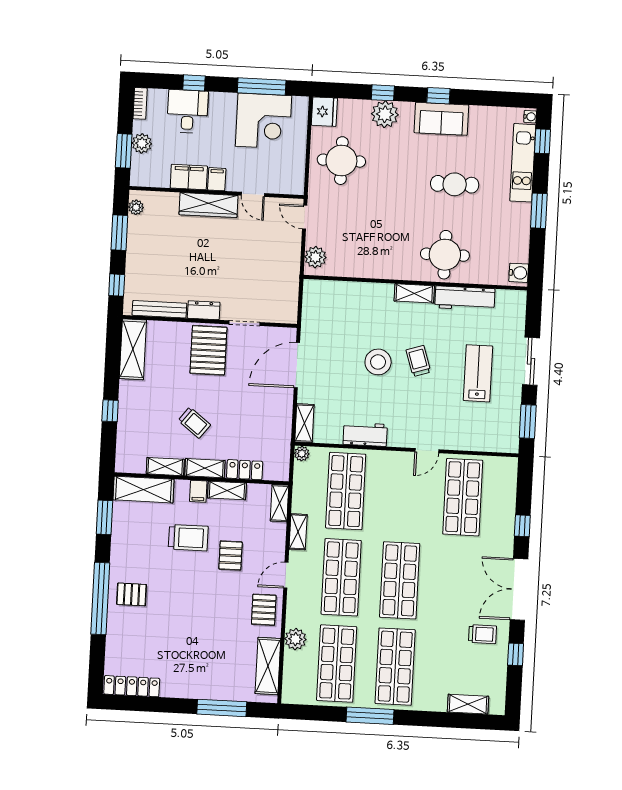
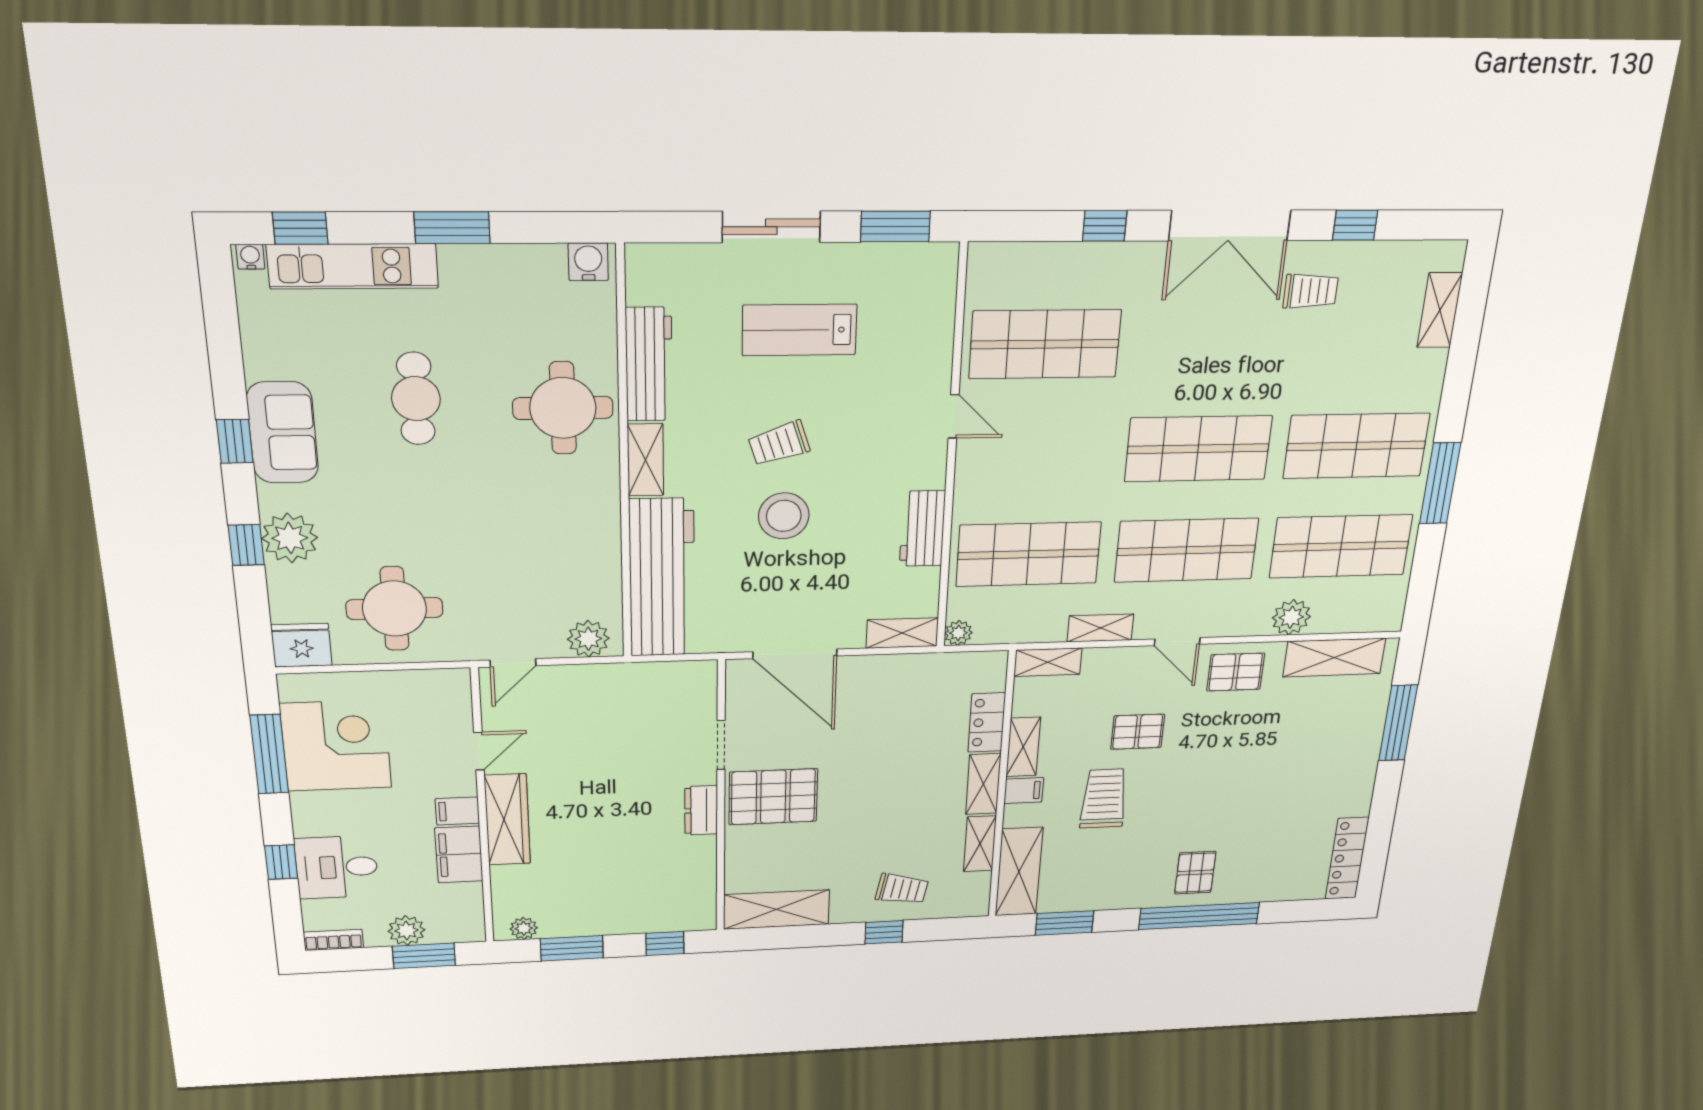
workbench: (348, 298) -> (662, 578), added
bench: (159, 309) -> (704, 877), removed
trolley: (194, 423) -> (902, 889), moved, turned 63
trolley: (482, 634) -> (1311, 291), turned 90

